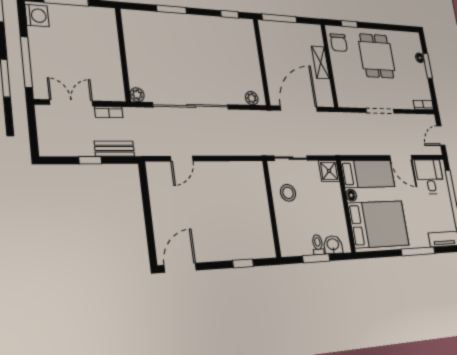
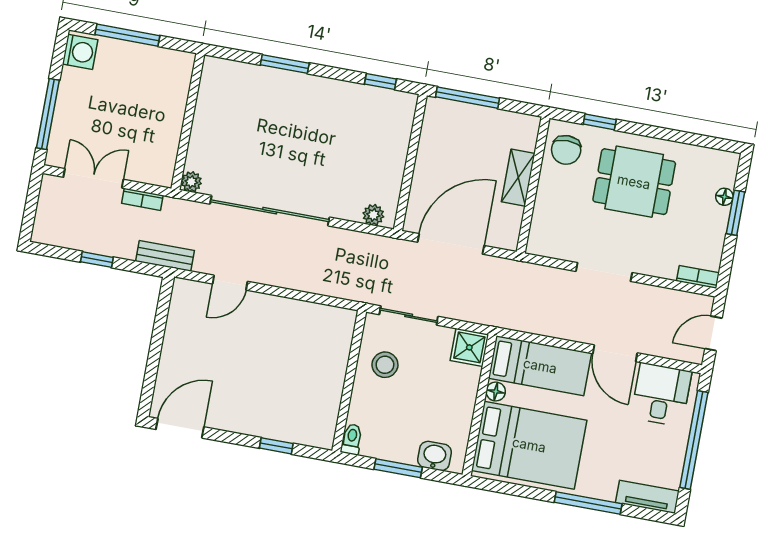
dining table: (377, 56) -> (634, 182), turned 90
bench: (114, 149) -> (165, 256), moved
toilet: (318, 245) -> (352, 439), moved

